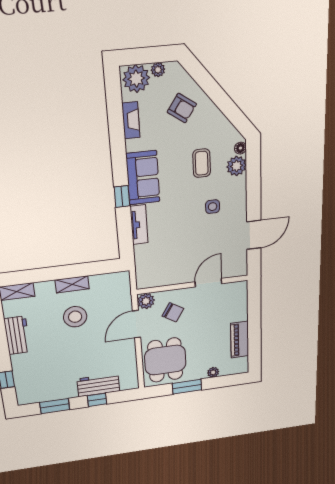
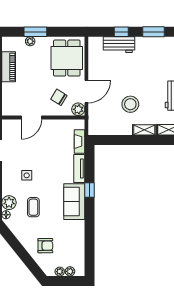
plant: (136, 79) -> (70, 271), width x0.53, depth x0.53
armchair: (182, 108) -> (45, 246), turned 145
fireplace: (131, 120) -> (80, 141), moved
shelving: (72, 284) -> (144, 130), moved
window: (187, 387) -> (35, 32), moved

